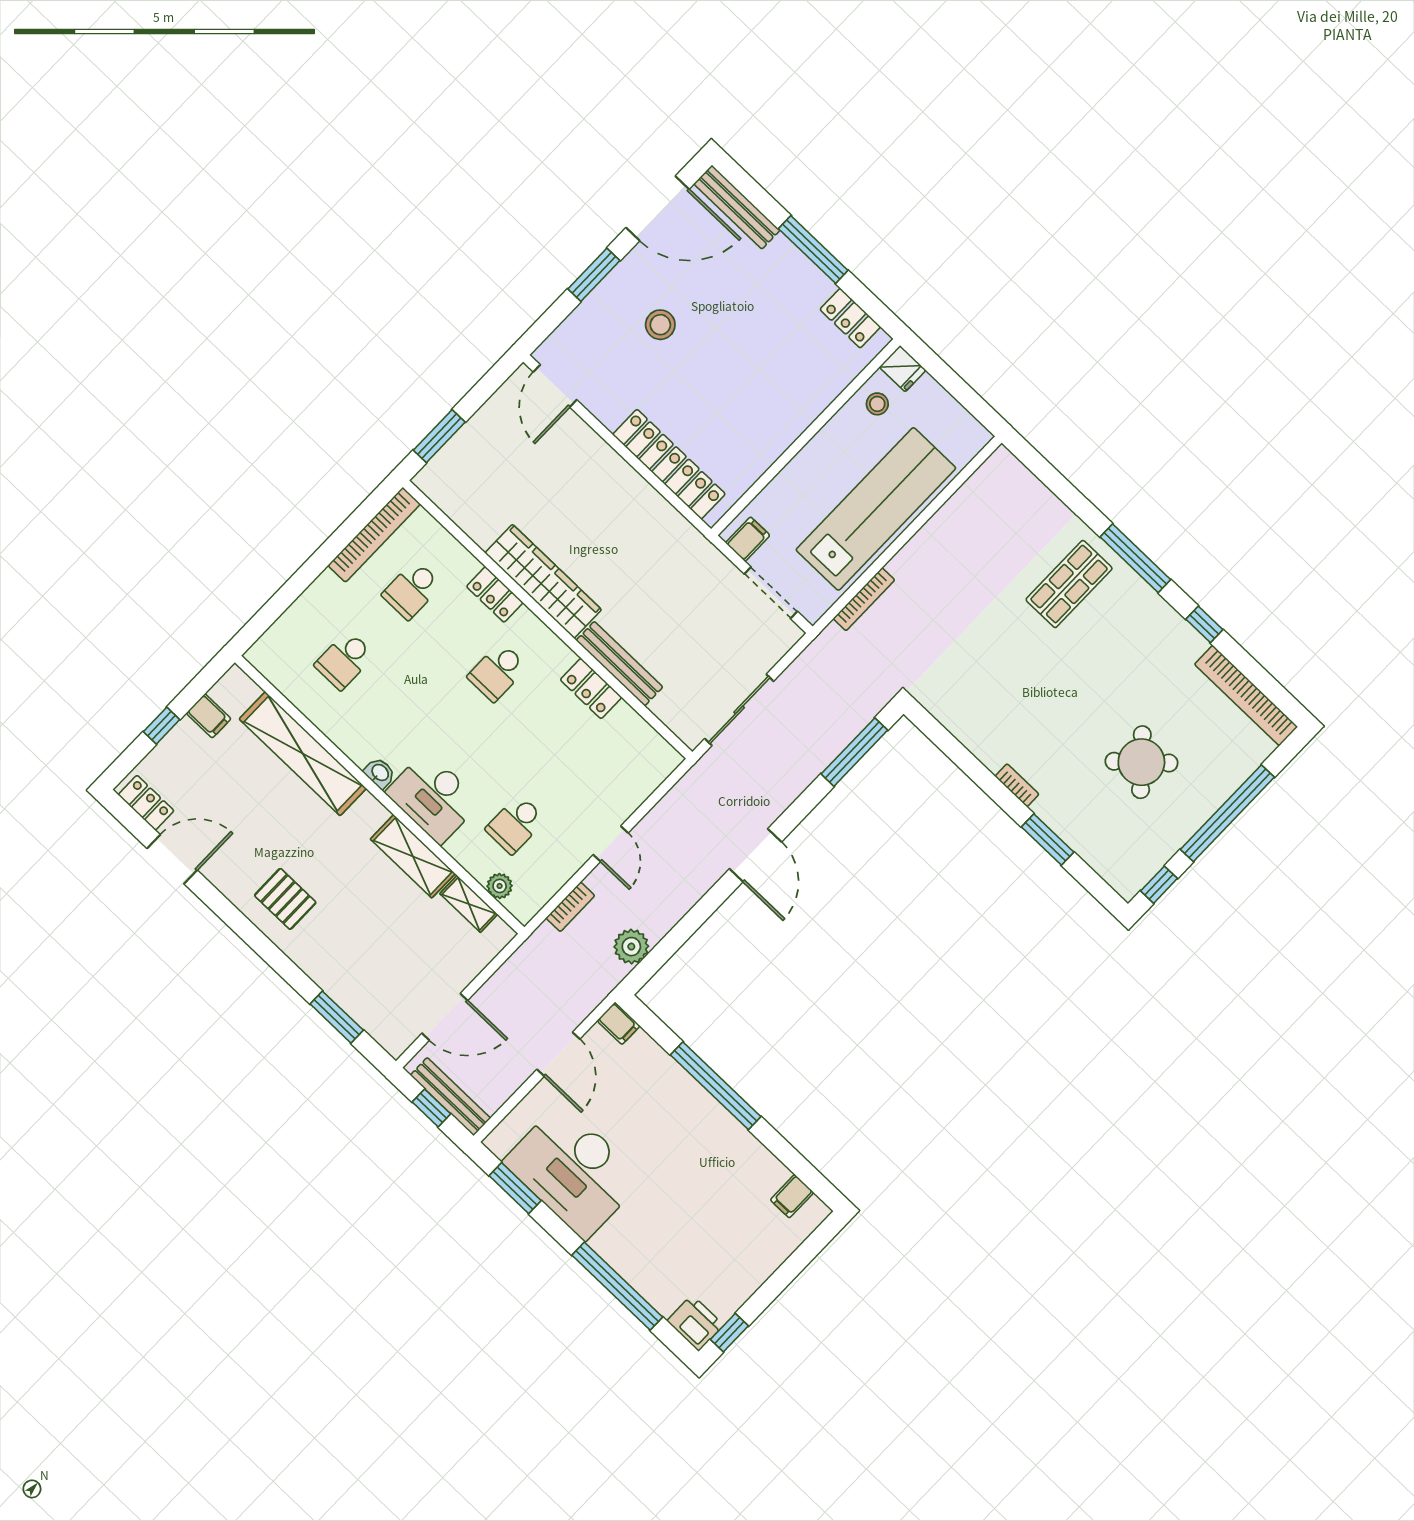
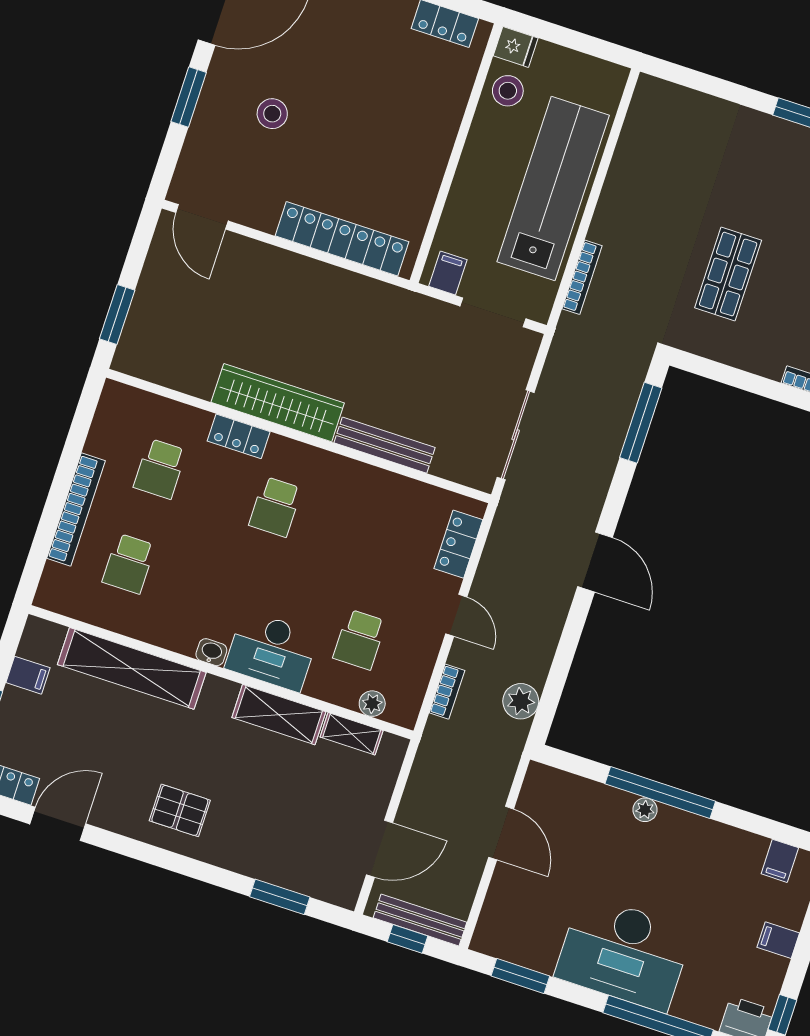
stool: (877, 404) -> (508, 91), width x1.37, depth x1.37
bookcase: (374, 535) -> (76, 510), moved
shop shelf: (1069, 584) -> (728, 274), moved
locker: (591, 688) -> (458, 544), moved, turned 90
filing cabinet: (619, 1023) -> (778, 940), moved, turned 180
plant: (695, 1094) -> (645, 810), added
desk: (573, 1171) -> (624, 953), moved

